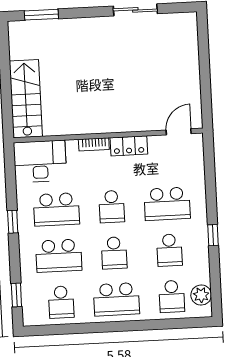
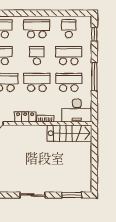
sliding door: (135, 10) -> (33, 195), moved
stairs: (26, 99) -> (69, 133), moved, turned -90
school desk: (112, 207) -> (37, 82), width x1.85
window: (13, 222) -> (94, 77), width x2.17

